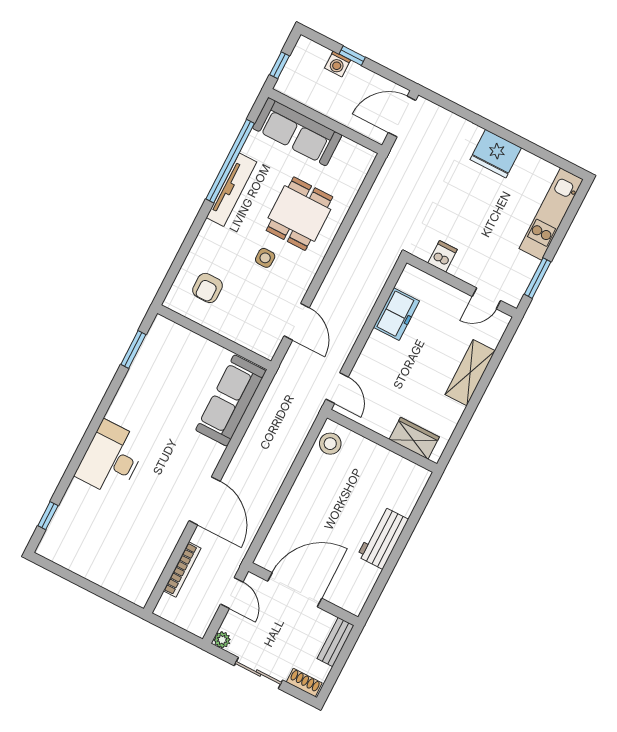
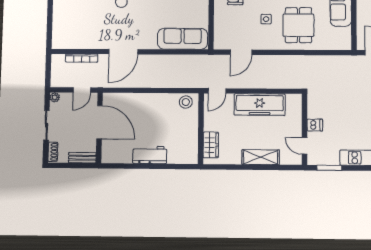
dining table: (299, 214) -> (298, 25), turned 90
dishwasher: (443, 256) -> (315, 125), moved
freezer: (396, 314) -> (260, 105), width x1.91, depth x1.26

